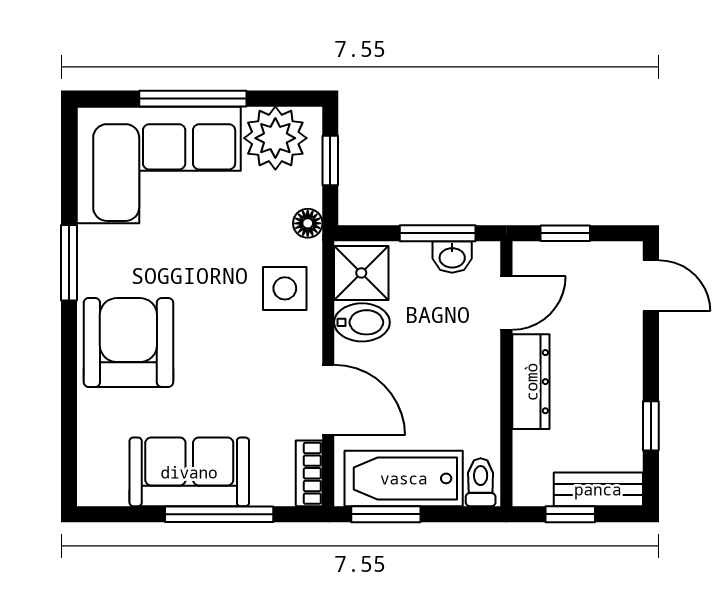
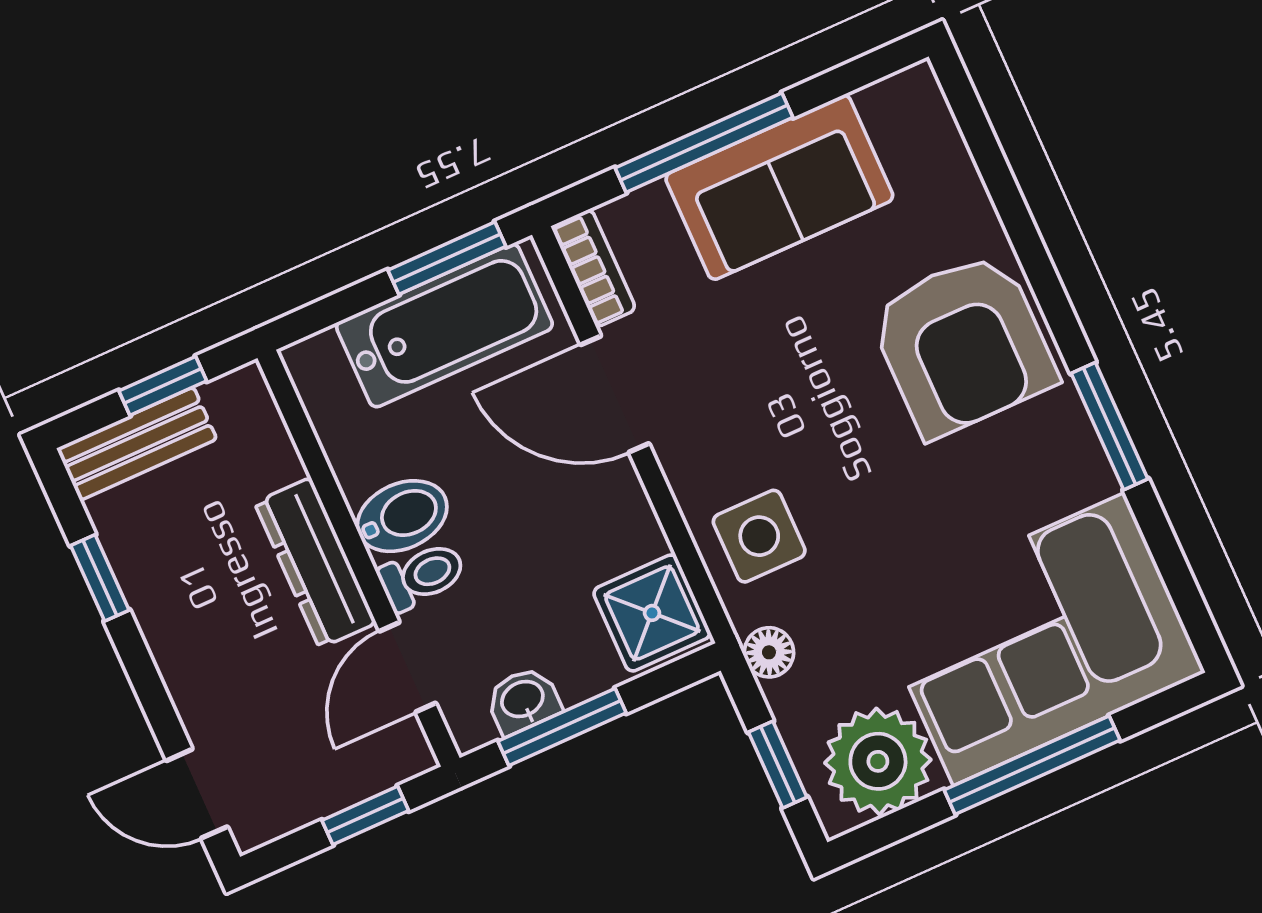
bidet: (362, 322) -> (402, 516), moved, turned 180
toilet: (481, 482) -> (422, 576), moved, turned -90

